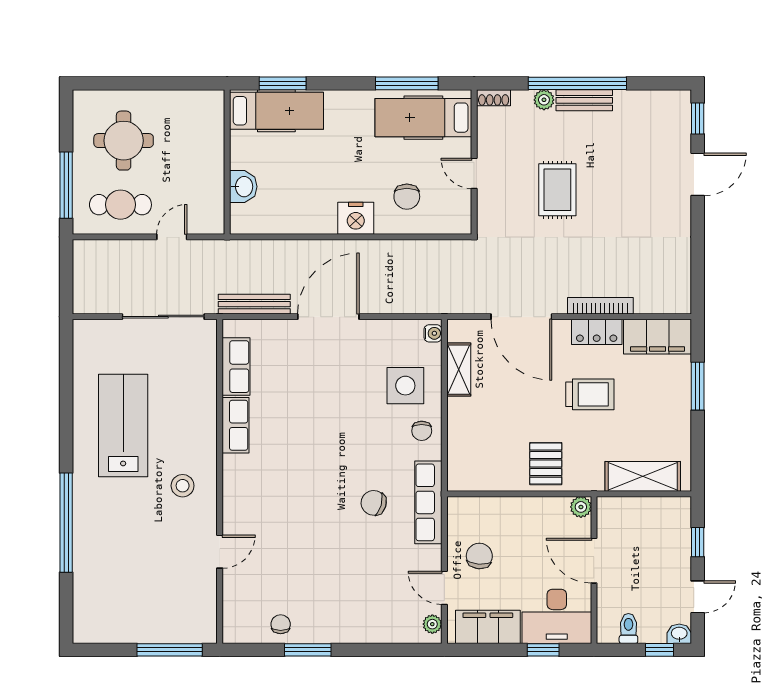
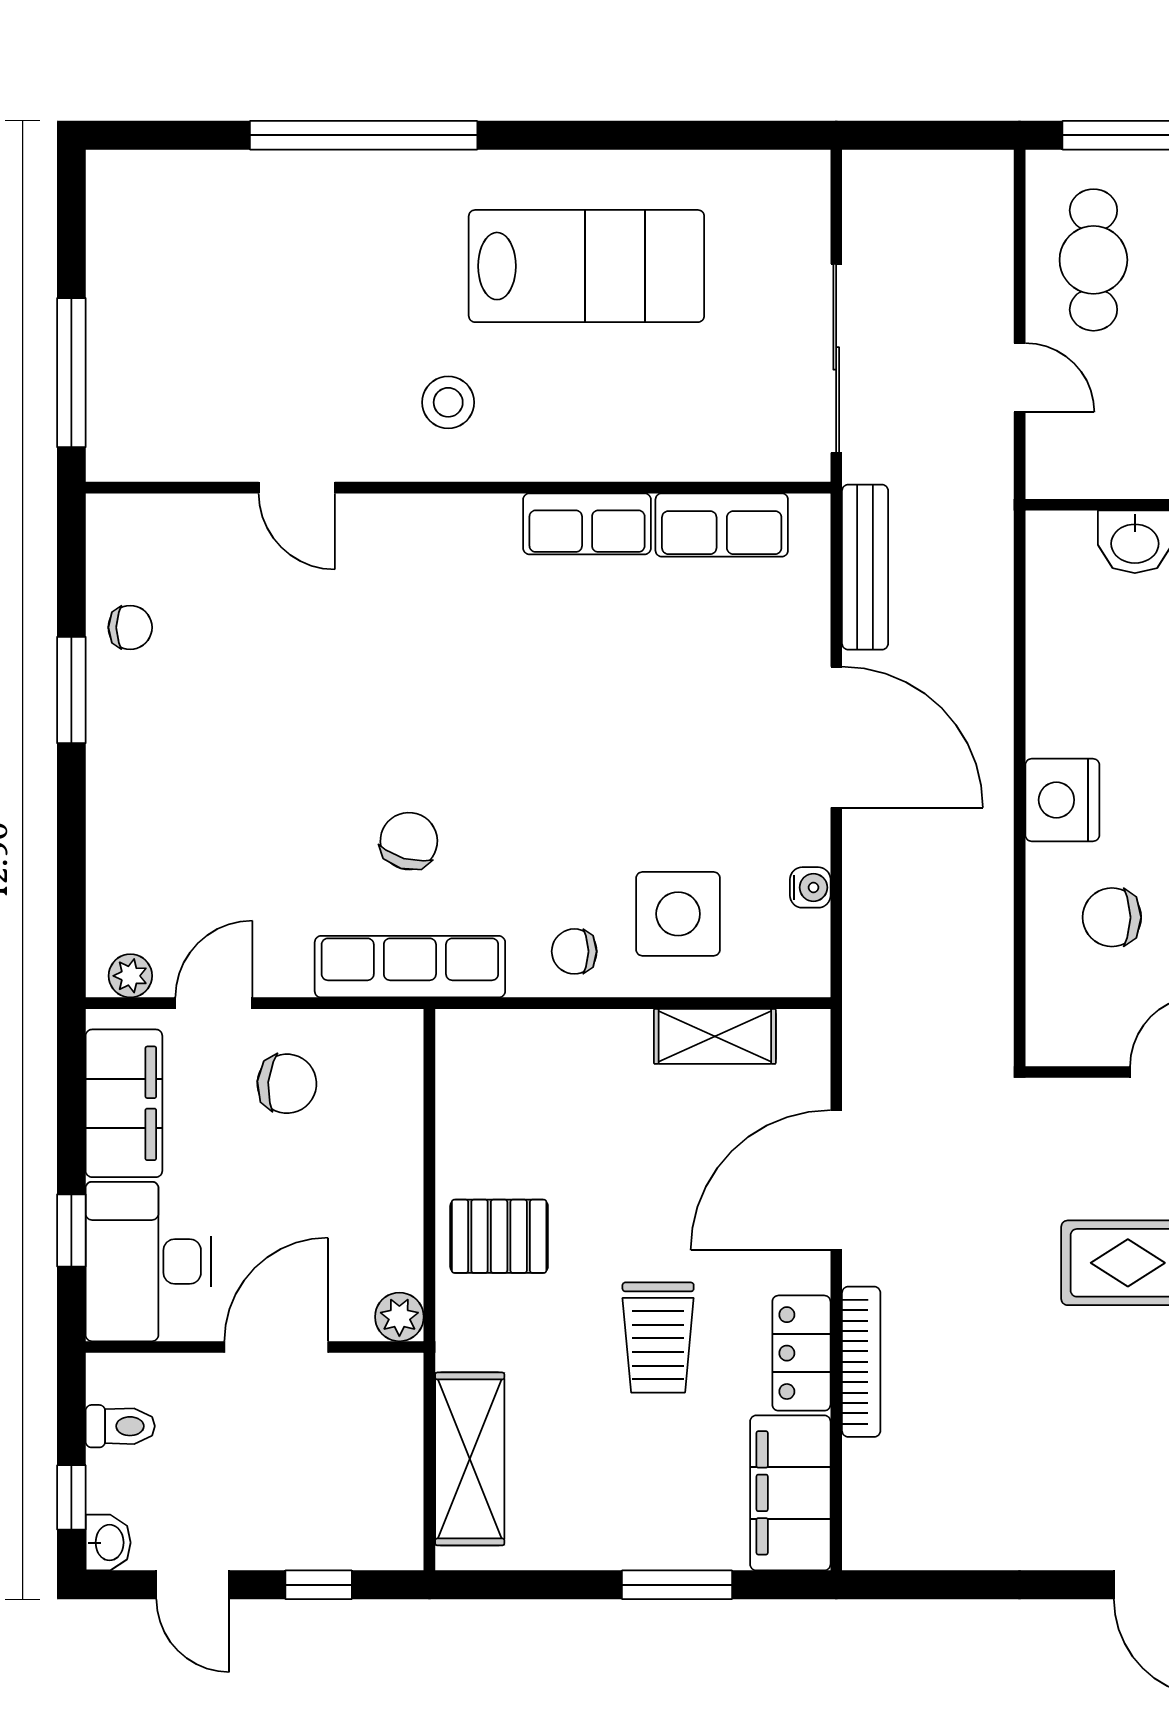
water cooler: (433, 333) -> (810, 887), moved, turned -90

